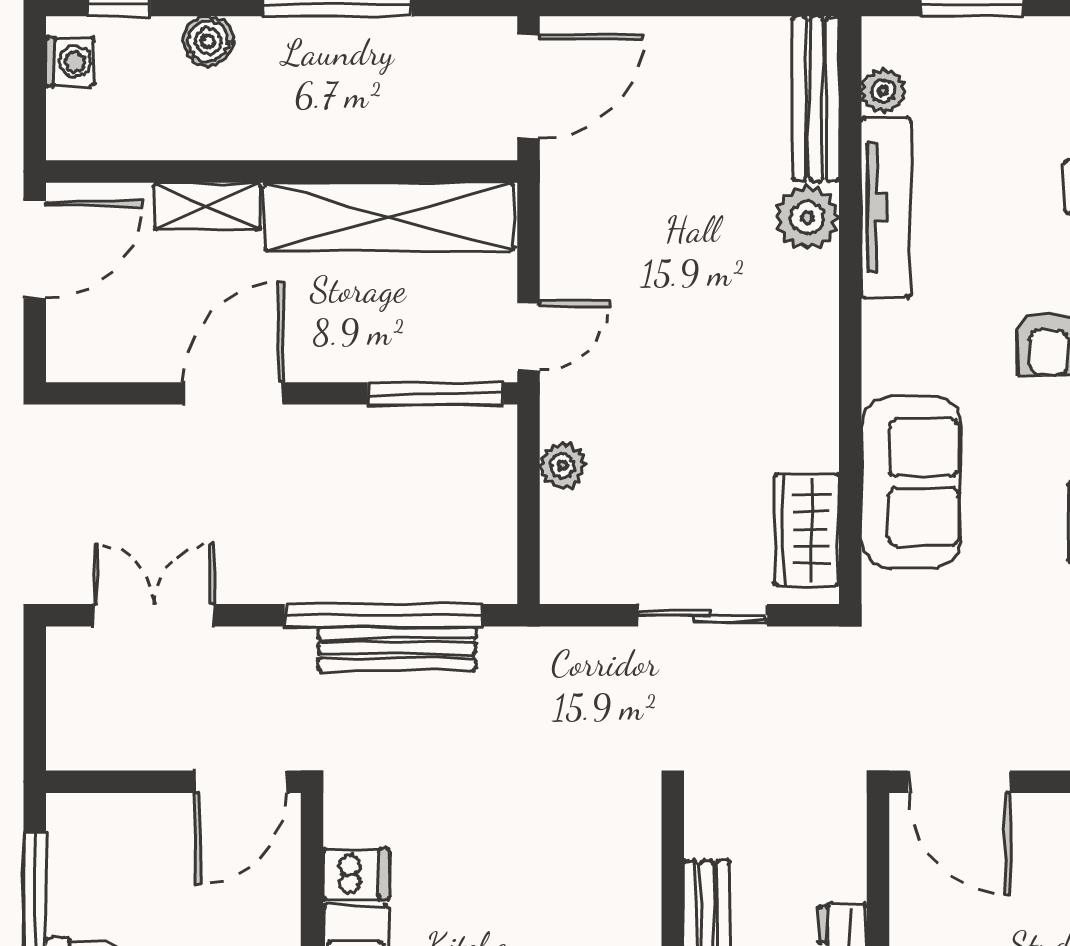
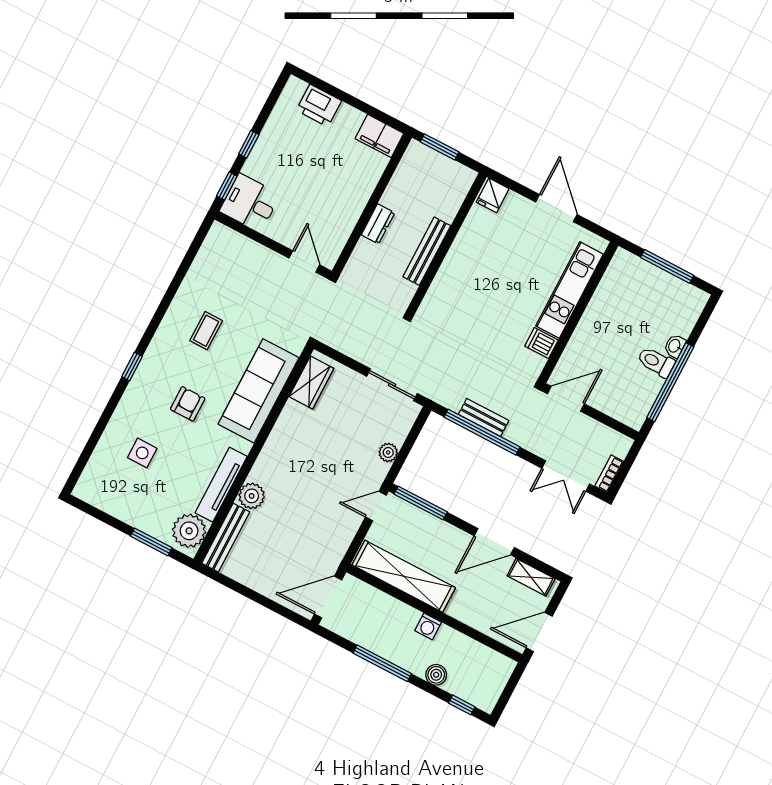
washing machine: (70, 62) -> (428, 626), moved, turned -90
plant: (883, 91) -> (189, 531), width x1.88, depth x1.88
shelving: (207, 207) -> (531, 577), moved
sofa: (911, 482) -> (259, 391), width x1.36
sliding door: (703, 615) -> (392, 385), moved
bench: (397, 649) -> (484, 417), width x0.73
bookcase: (63, 669) -> (609, 474), added
door: (959, 782) -> (304, 261), width x0.73

